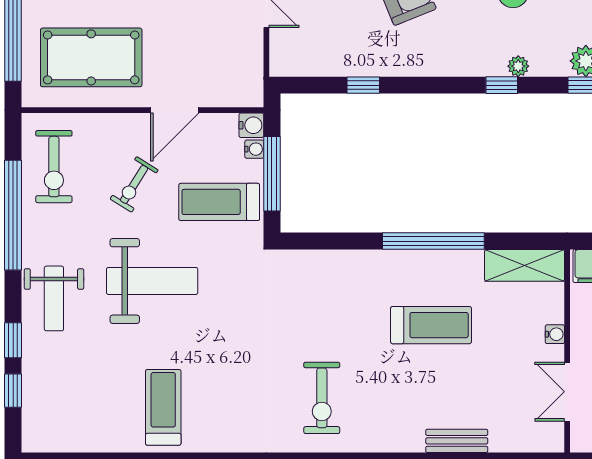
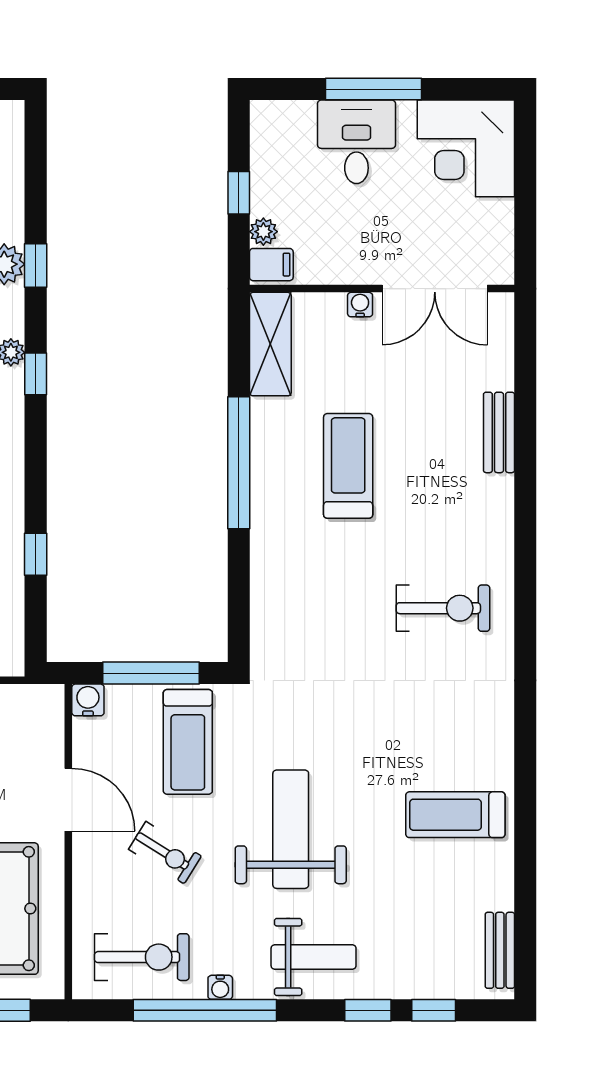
water cooler: (254, 149) -> (220, 987), moved, turned 180
double door: (567, 392) -> (435, 289), width x1.37
bench: (59, 442) -> (500, 950), added

